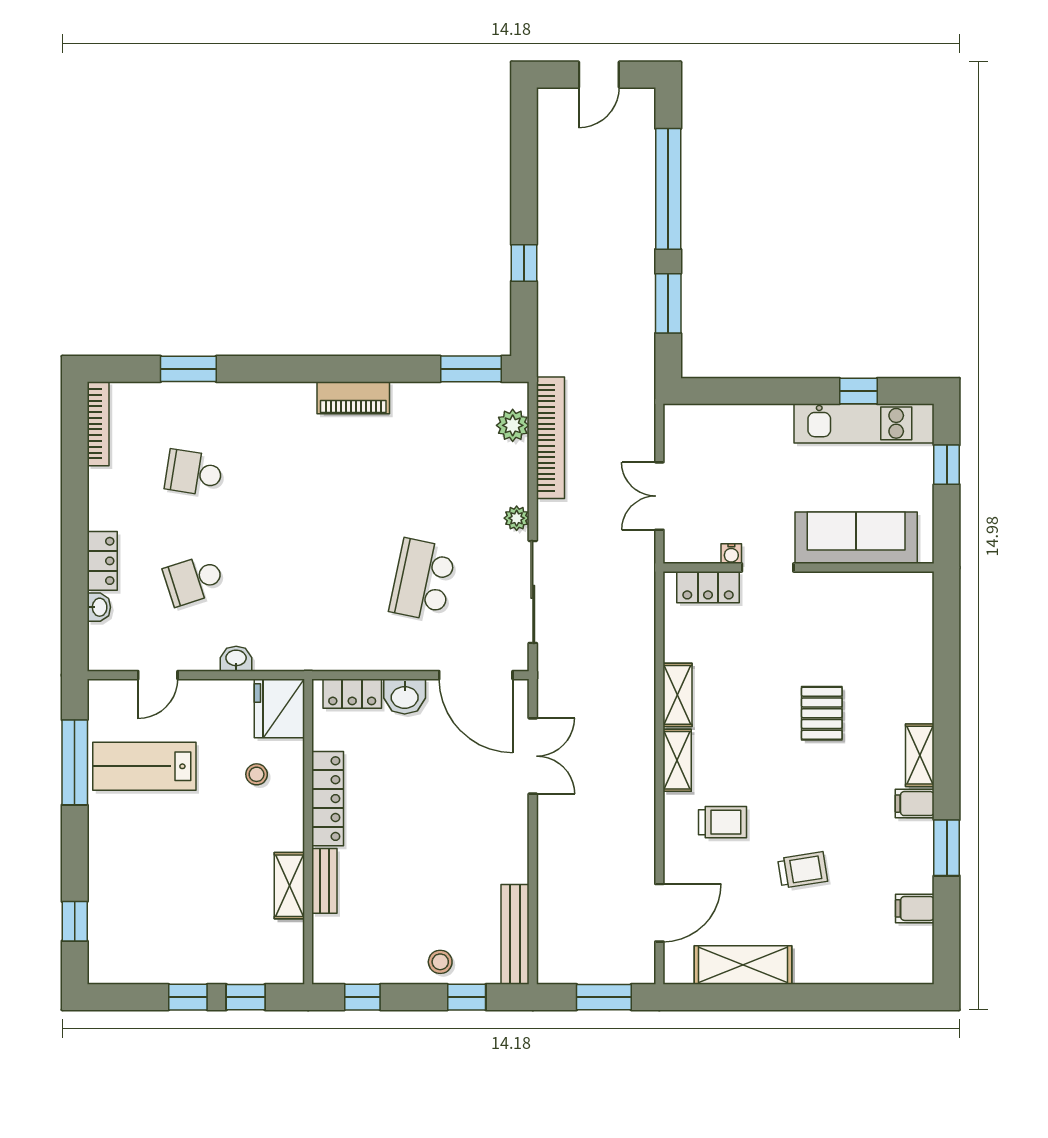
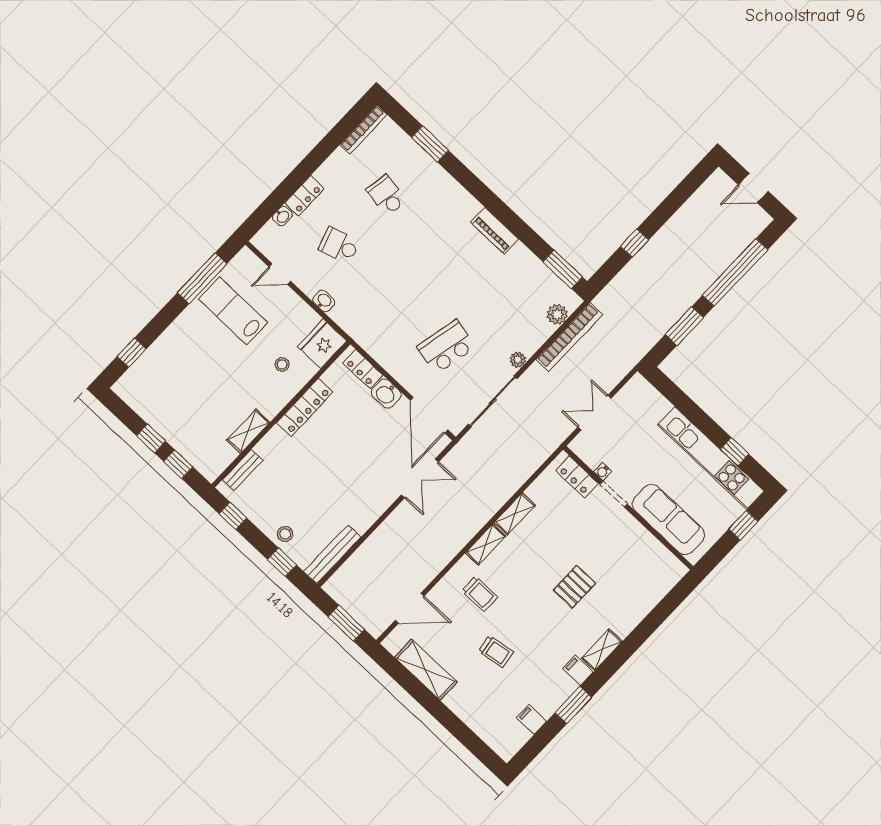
kitchen unit: (864, 423) -> (711, 458), width x1.36
bench: (324, 881) -> (243, 470), moved

